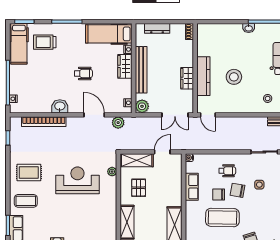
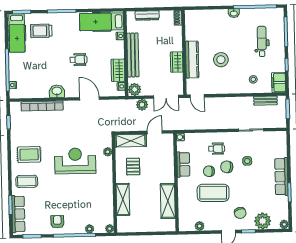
wardrobe: (125, 66) -> (118, 70), moved
plant: (118, 123) -> (142, 105), moved

